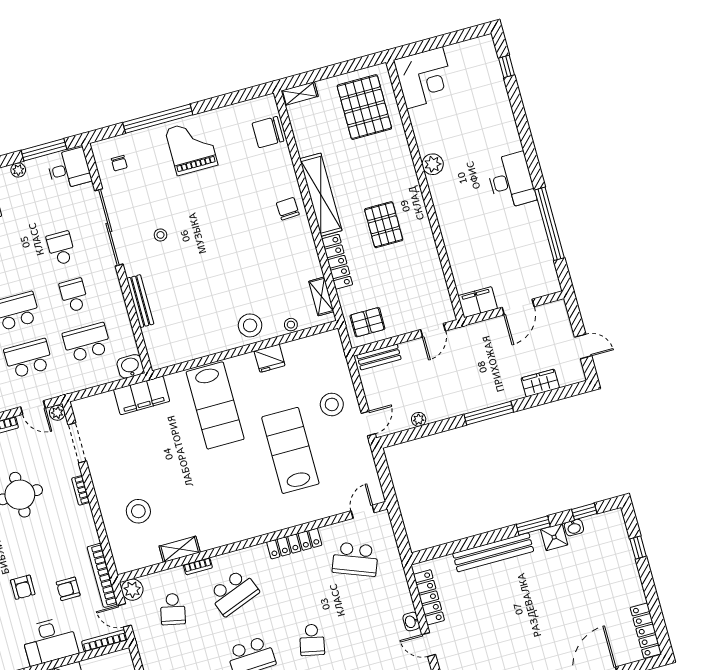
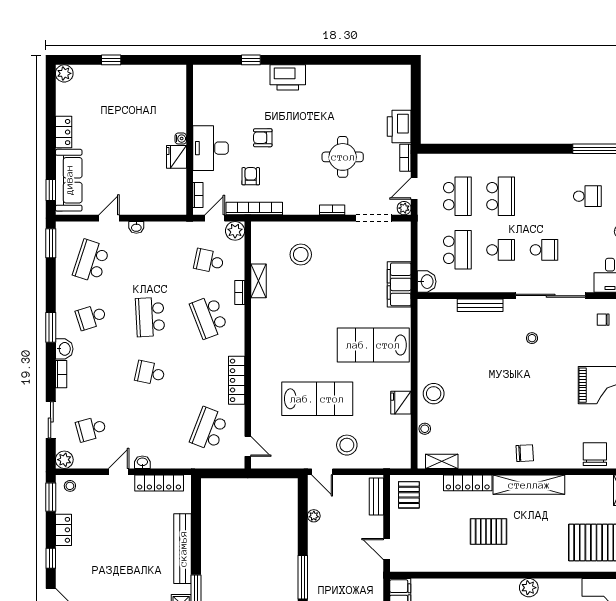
bookcase: (104, 641) -> (198, 195), width x0.64

